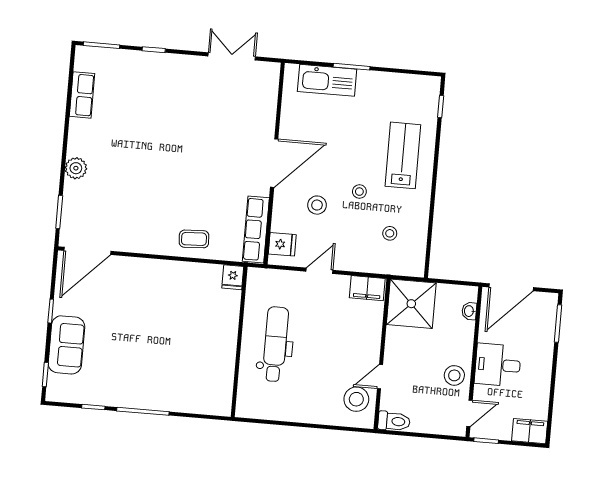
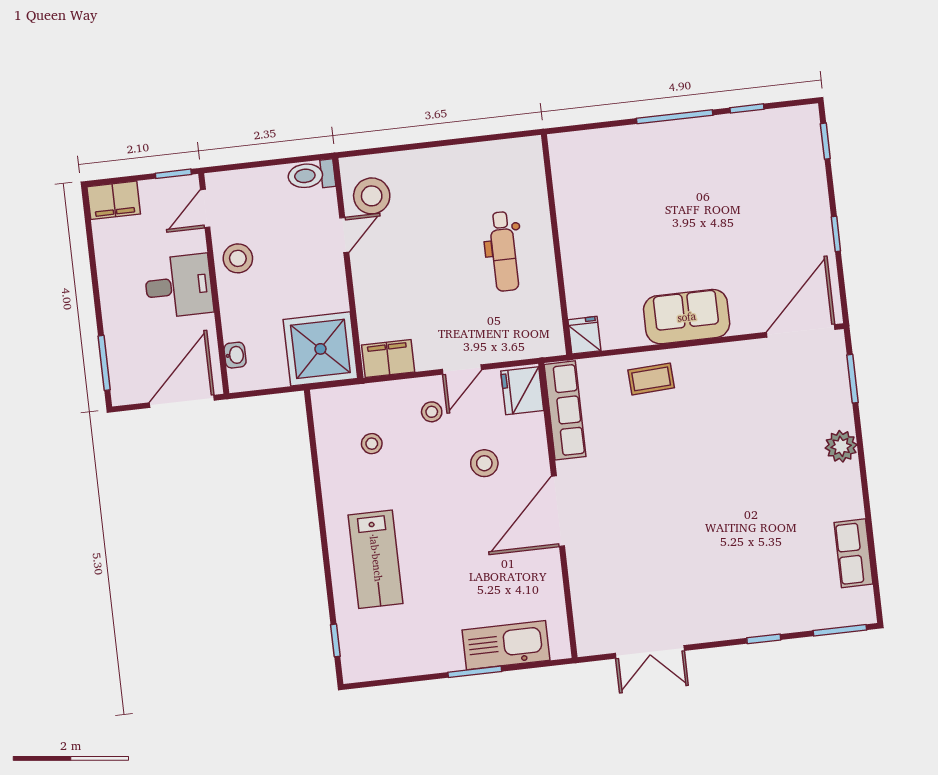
stool: (359, 192) -> (432, 412), moved
fridge: (282, 244) -> (522, 391), width x1.38
dental chair: (275, 344) -> (504, 251), width x0.73, depth x0.72
sofa: (66, 345) -> (687, 317), moved, turned 90

